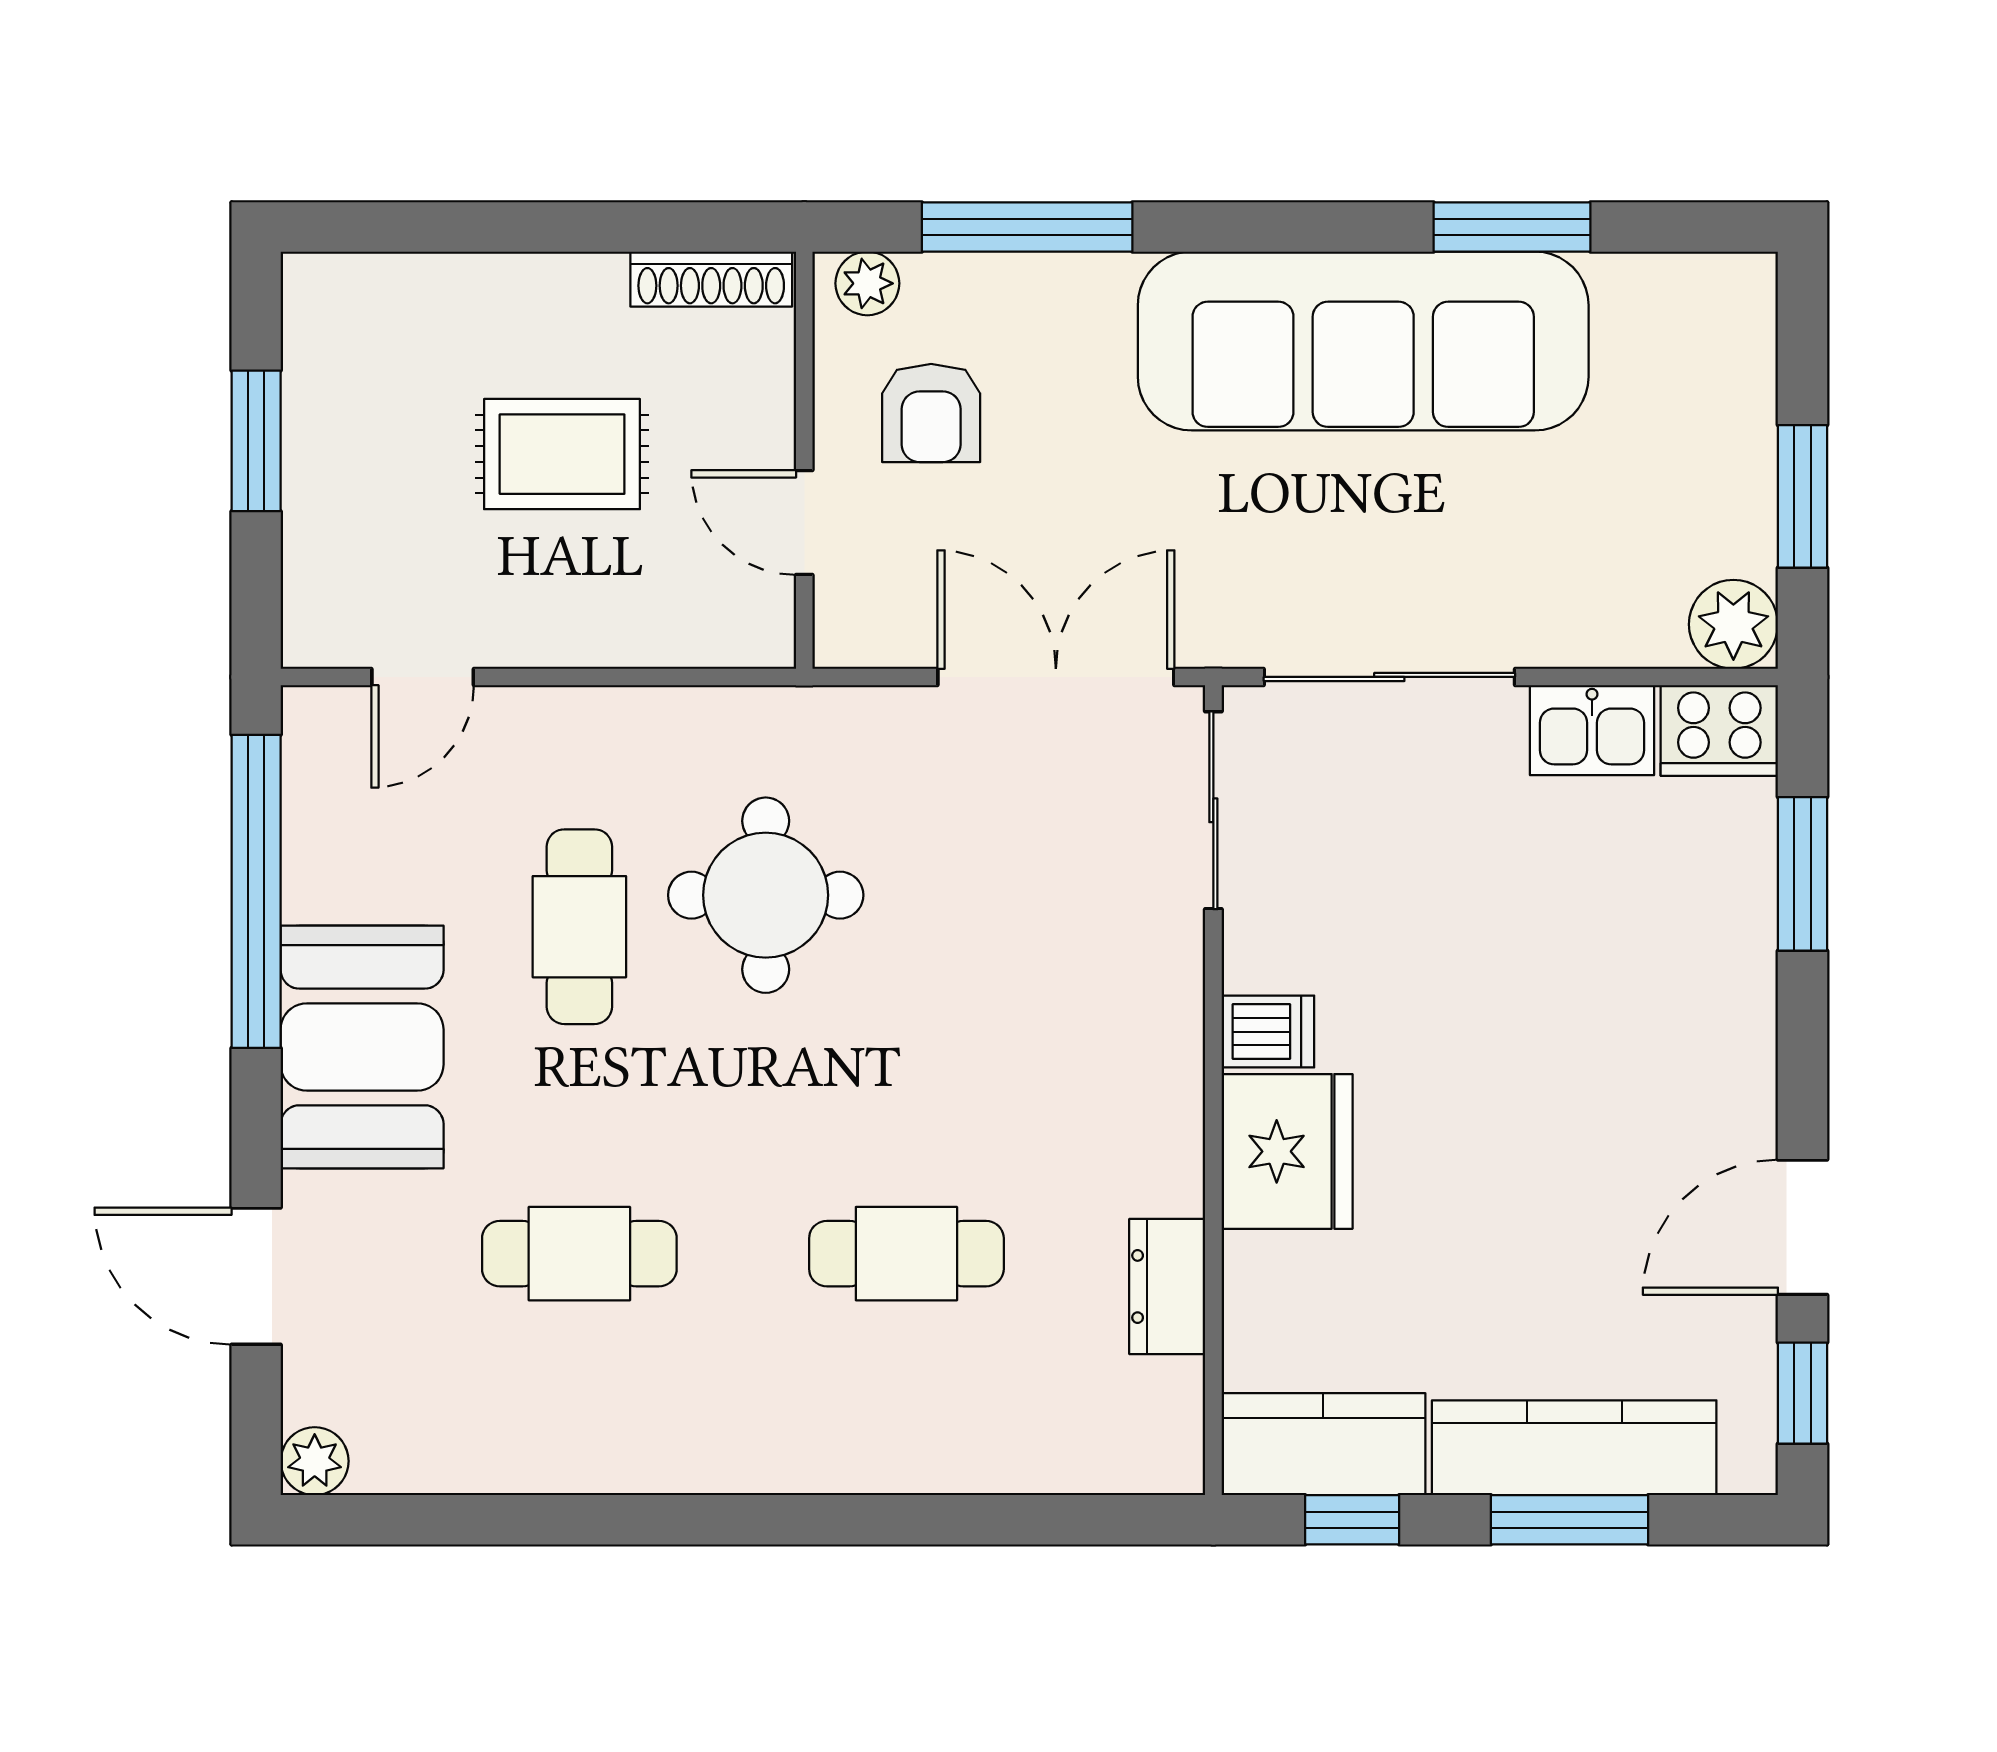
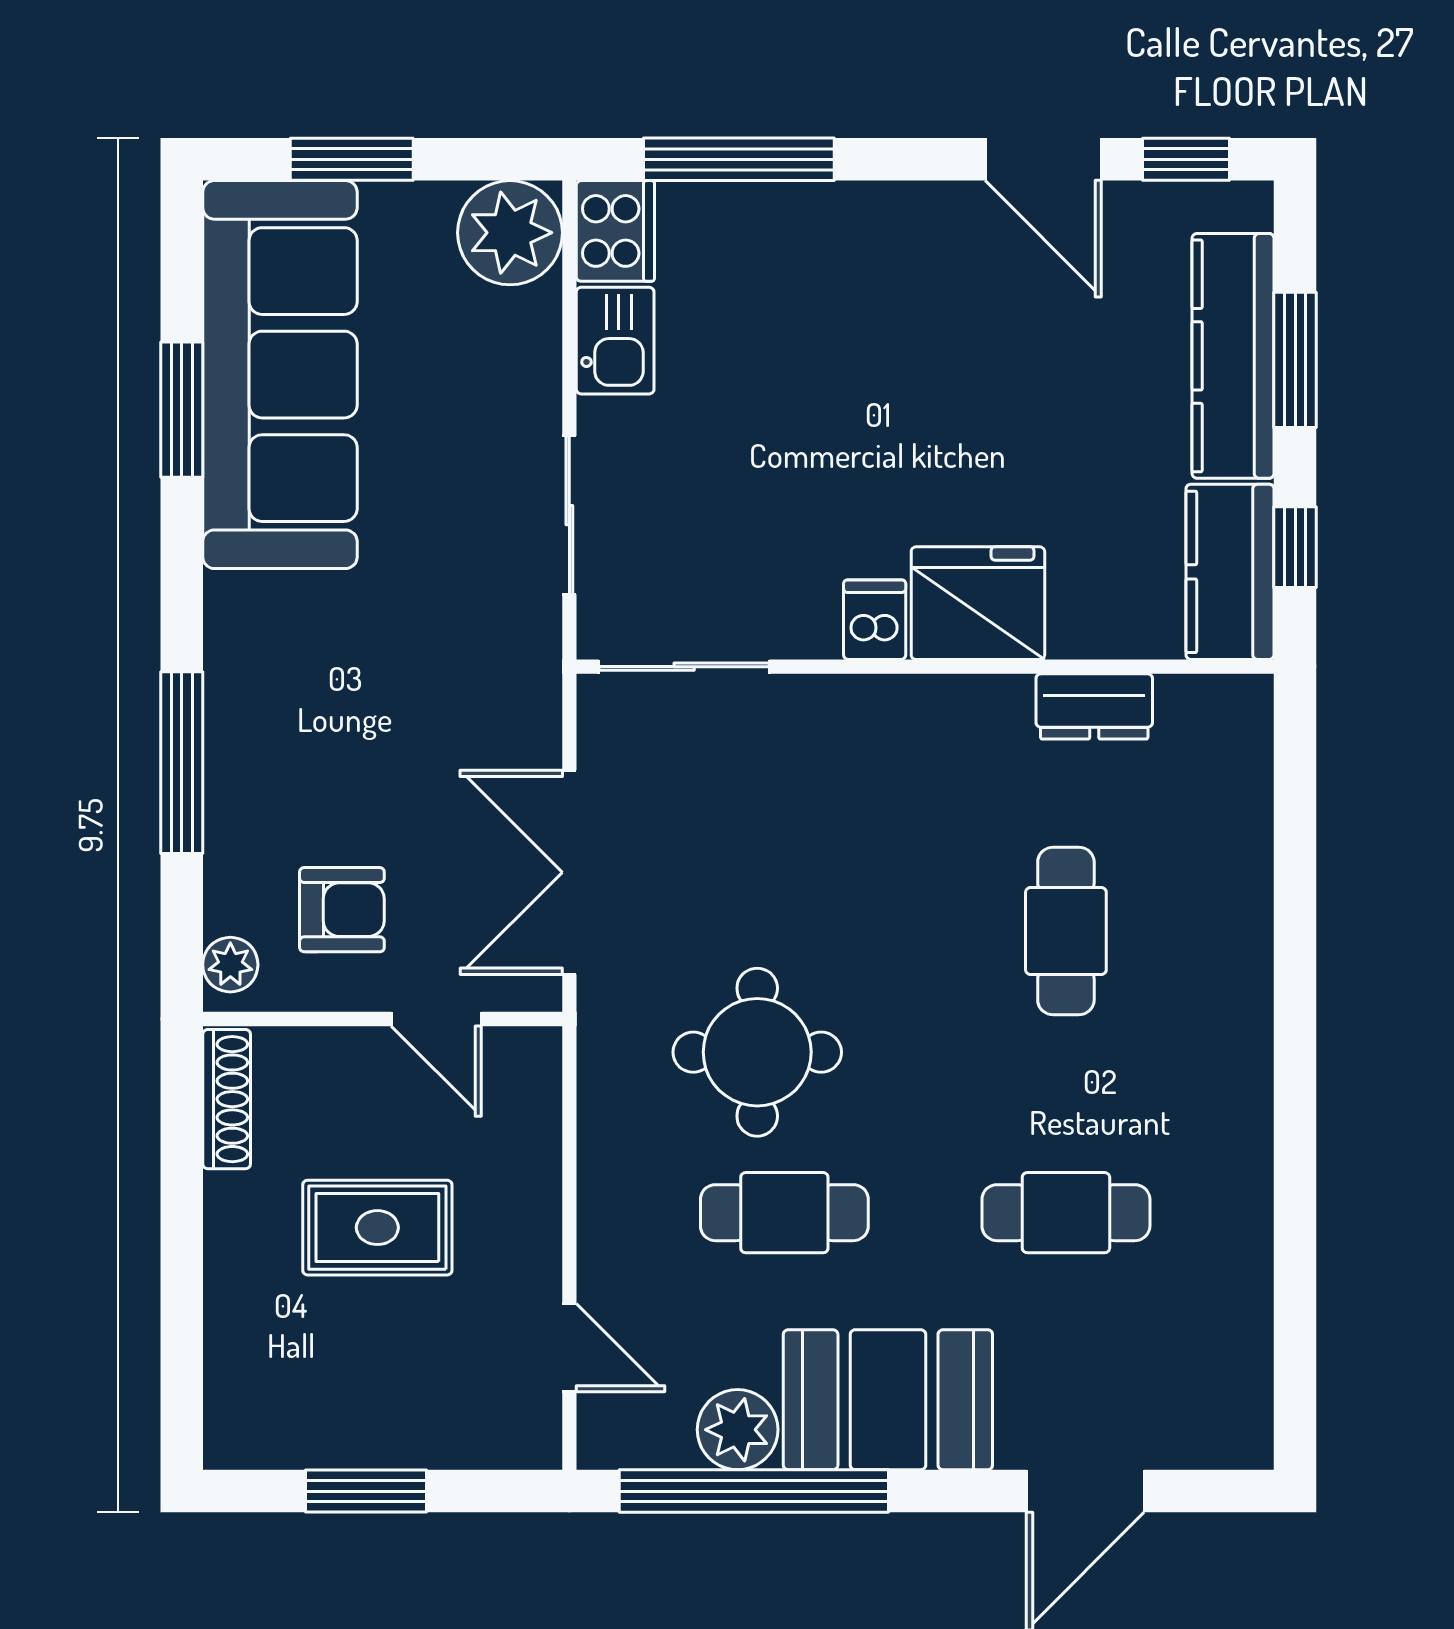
window: (1027, 227) -> (182, 763), moved
sofa: (1363, 341) -> (280, 375), moved
rug: (562, 454) -> (377, 1228), turned 90
window: (1802, 496) -> (352, 159), moved
door: (804, 523) -> (436, 1019), hinge flipped
plant: (1733, 624) -> (510, 233), width x1.36, depth x1.36
double door: (1056, 677) -> (569, 872), moved
sliding door: (1389, 677) -> (569, 515), width x0.73
window: (1802, 874) -> (739, 159), width x1.44
cafe table: (579, 1254) -> (1066, 1213), turned 90
plant: (315, 1461) -> (738, 1430), moved, width x1.38, depth x1.38

